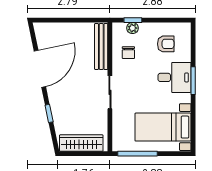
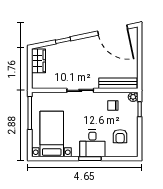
plant: (132, 28) -> (133, 97), moved
door: (40, 69) -> (113, 30), moved
wardrobe: (81, 143) -> (39, 61), width x0.67

